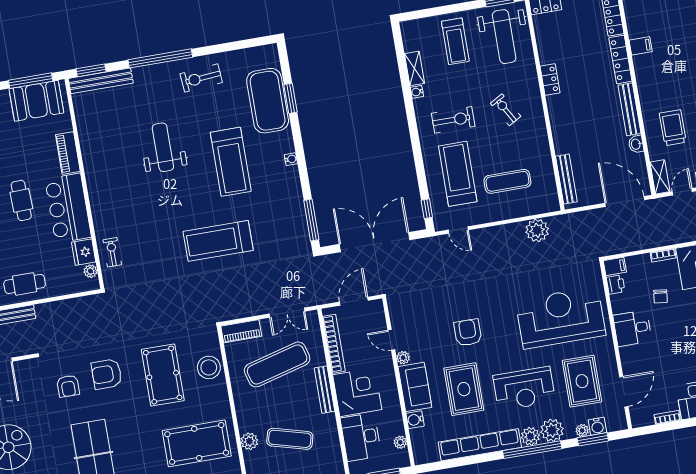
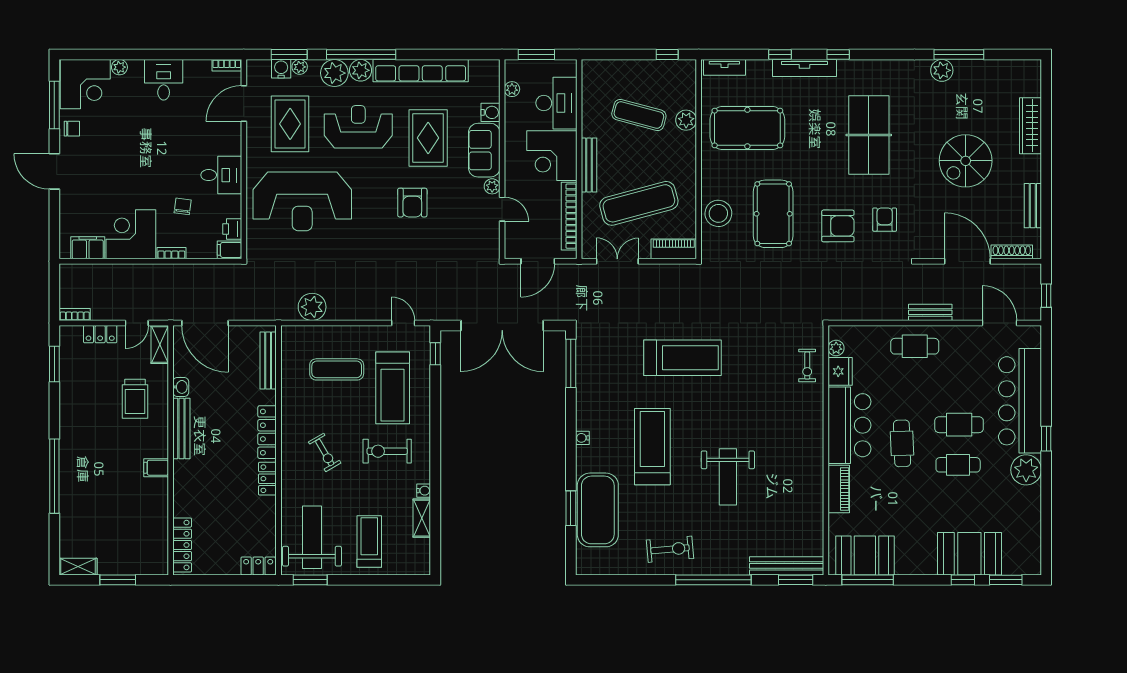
filing cabinet: (641, 46) -> (156, 468), moved
locker: (620, 59) -> (267, 432), moved, turned 180
bookcase: (667, 417) -> (227, 65), moved

